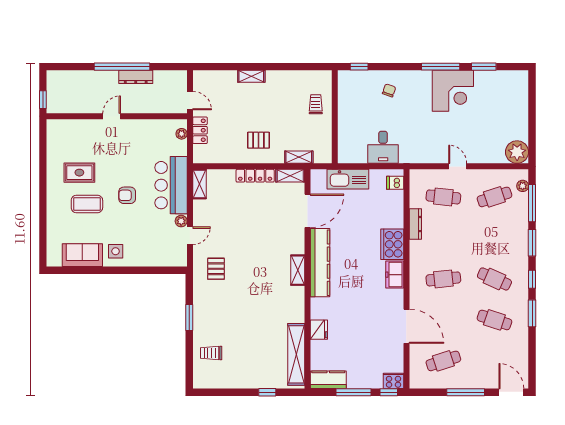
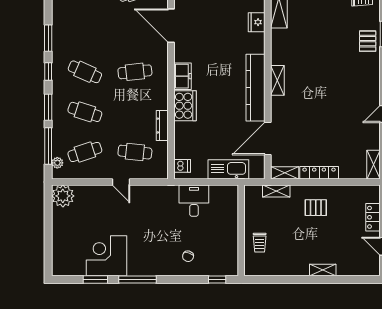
corner desk: (453, 91) -> (107, 256), moved
pallet: (216, 269) -> (368, 41), moved
cafe table: (494, 320) -> (85, 112), moved

